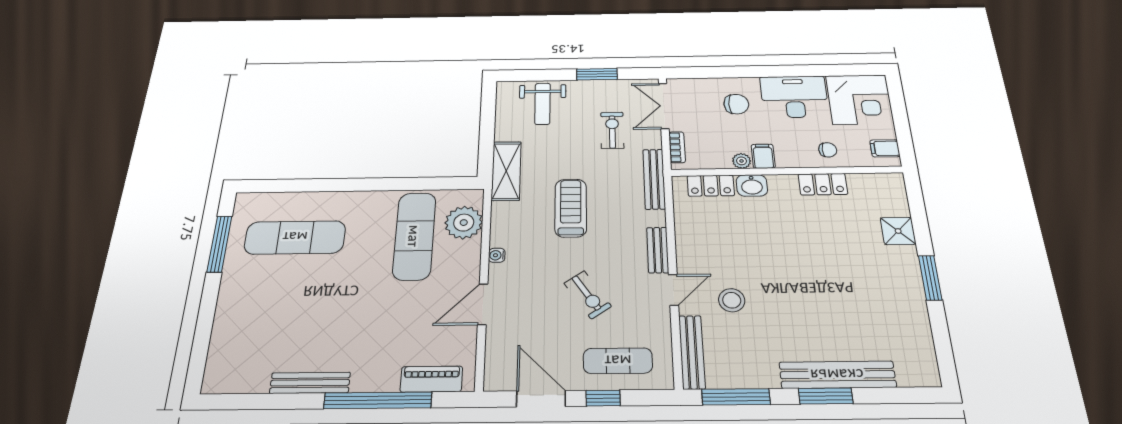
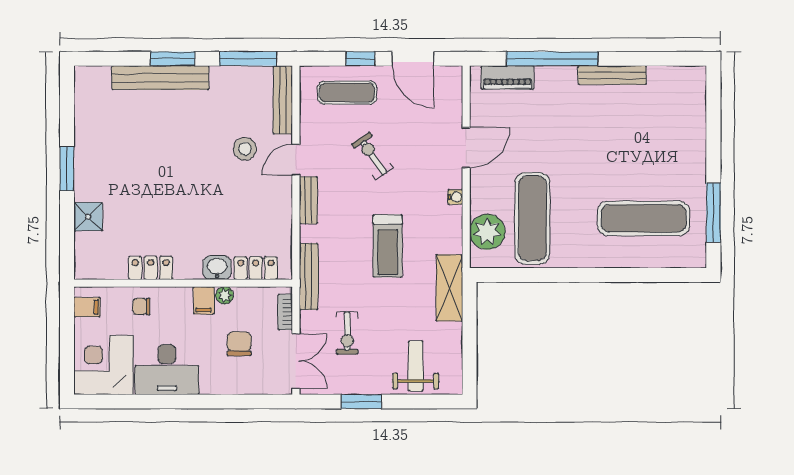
chair: (736, 104) -> (239, 344), moved, turned 90

